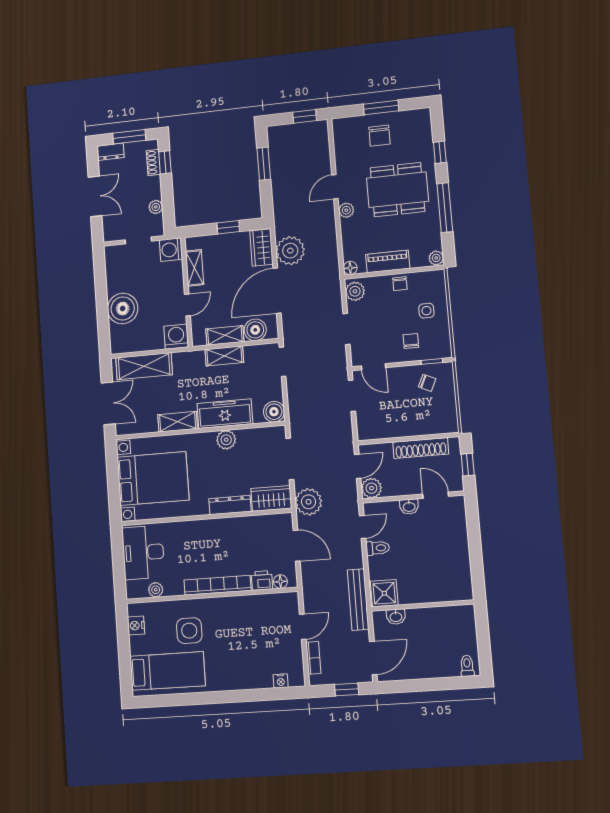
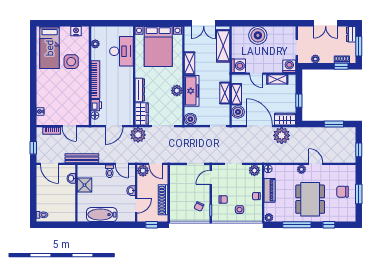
desk: (143, 552) -> (121, 51), moved, turned 90
bathtub: (457, 556) -> (102, 215), added
shower: (384, 593) -> (84, 185), moved

